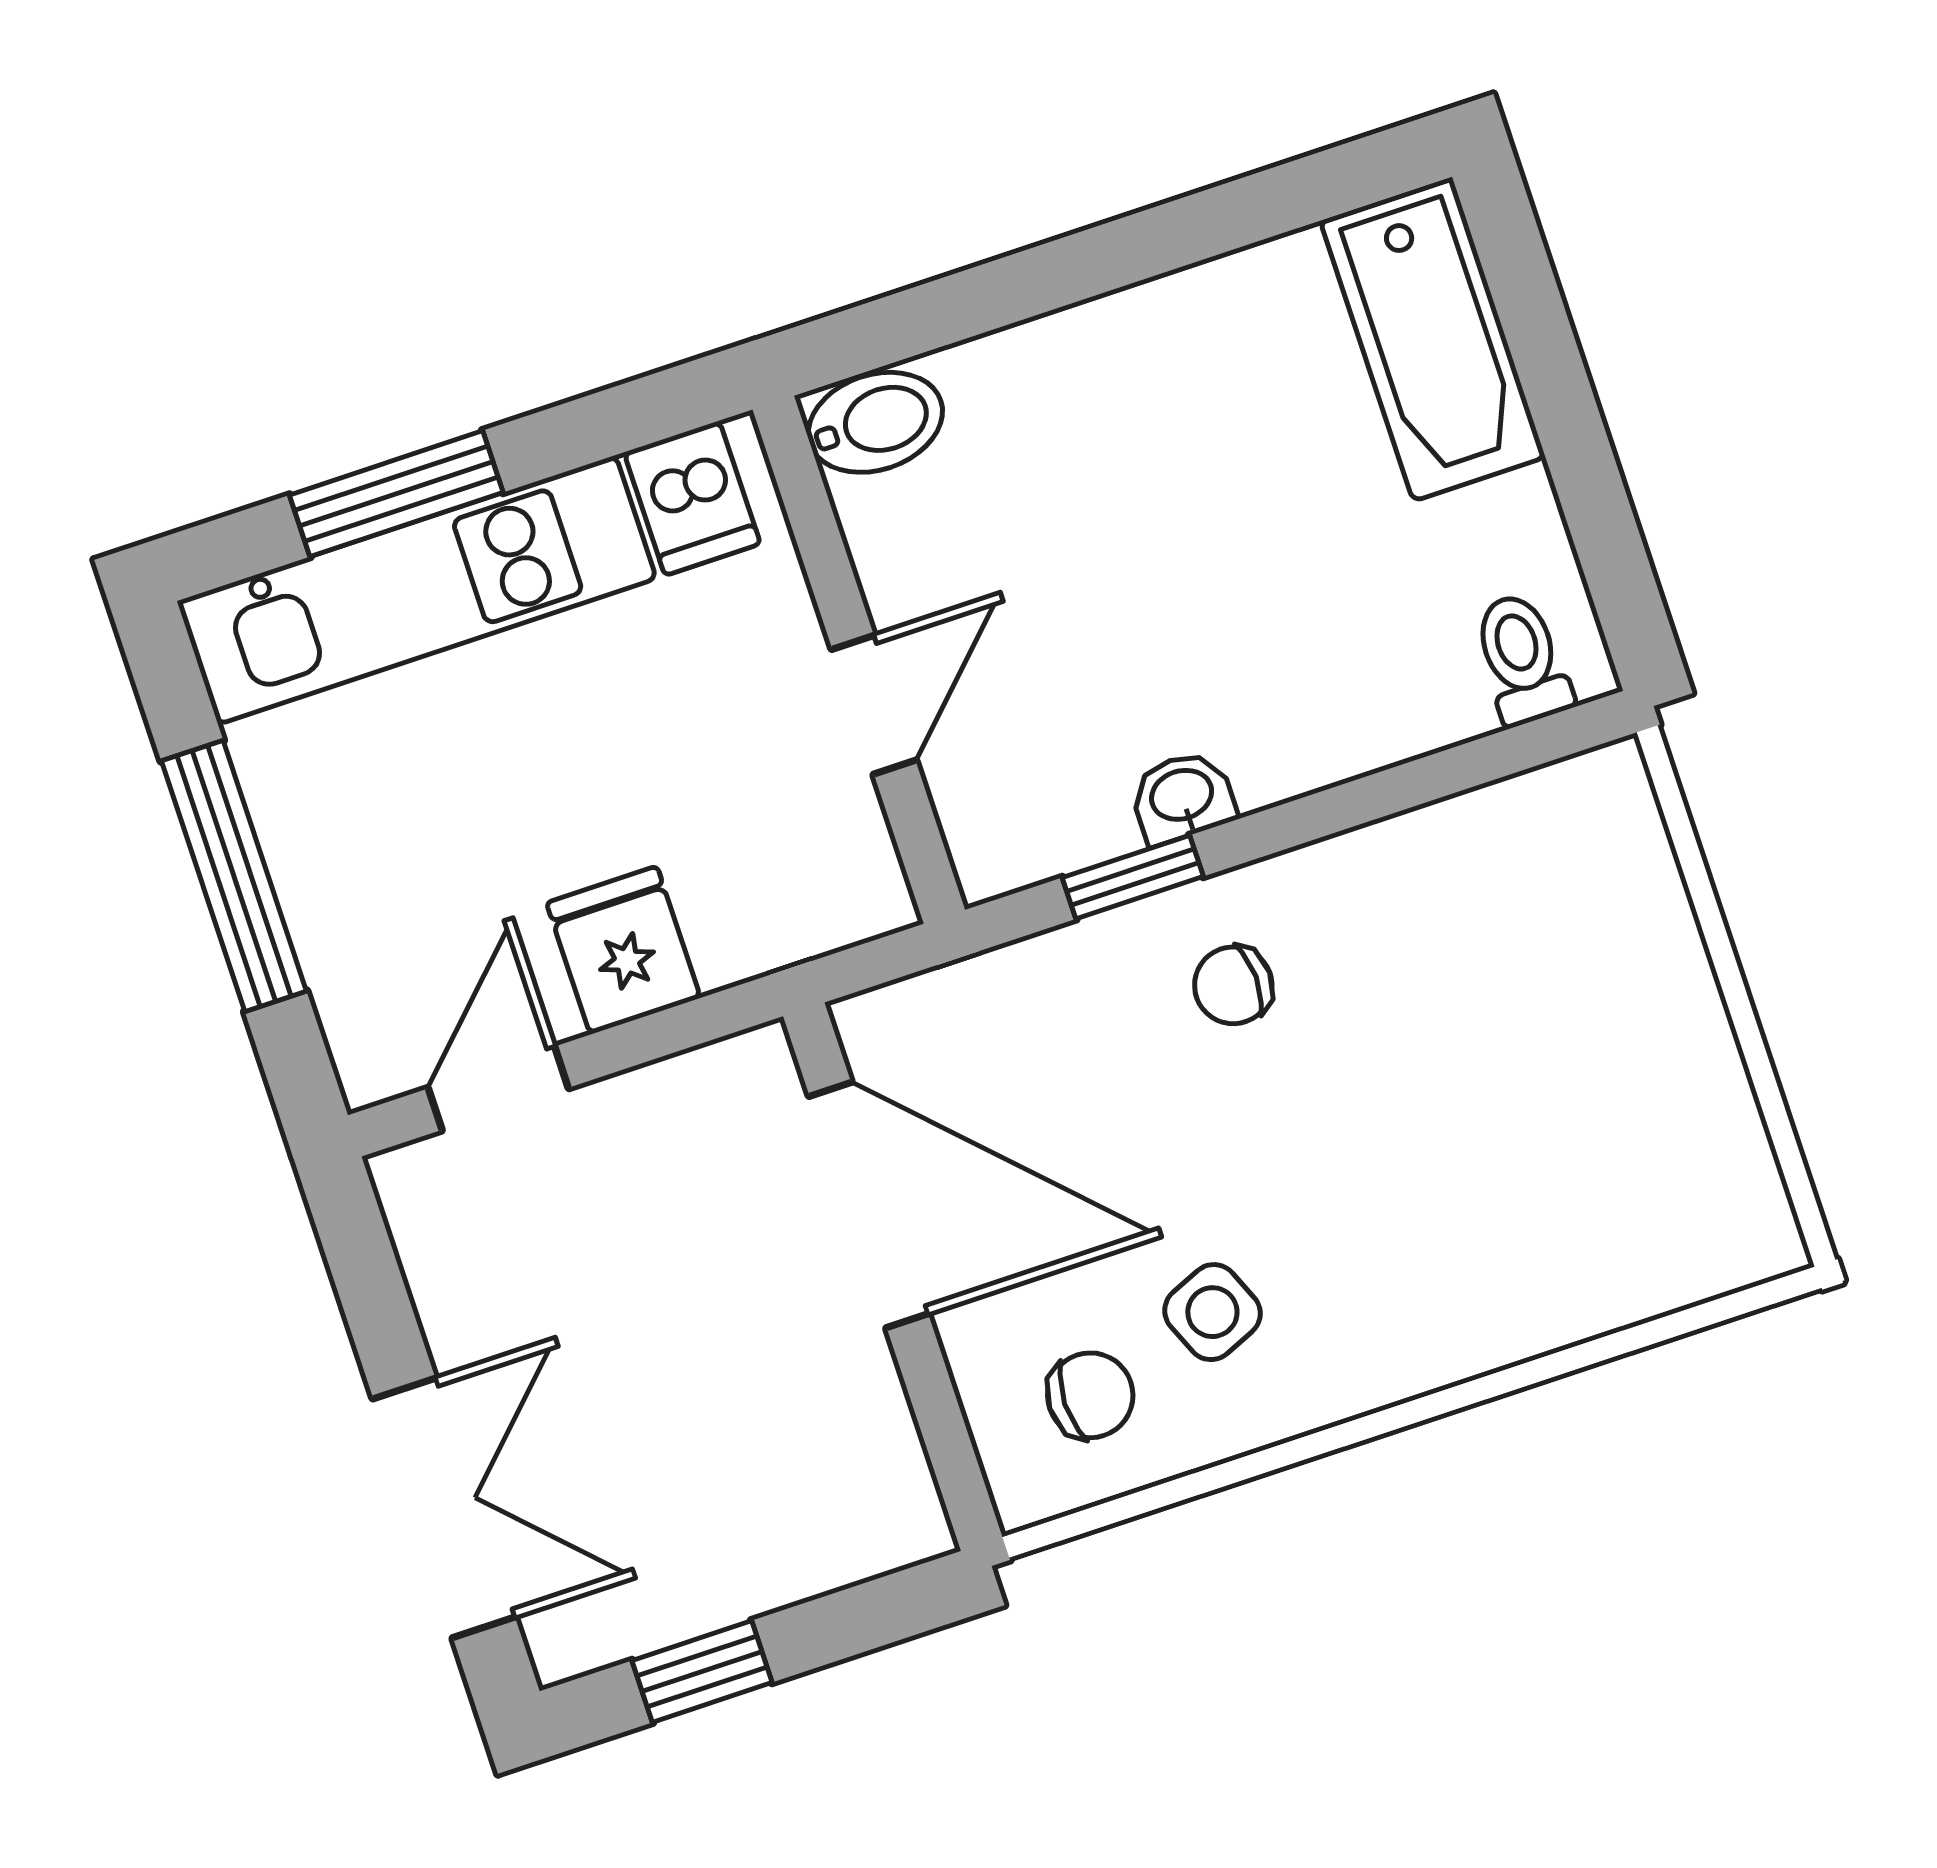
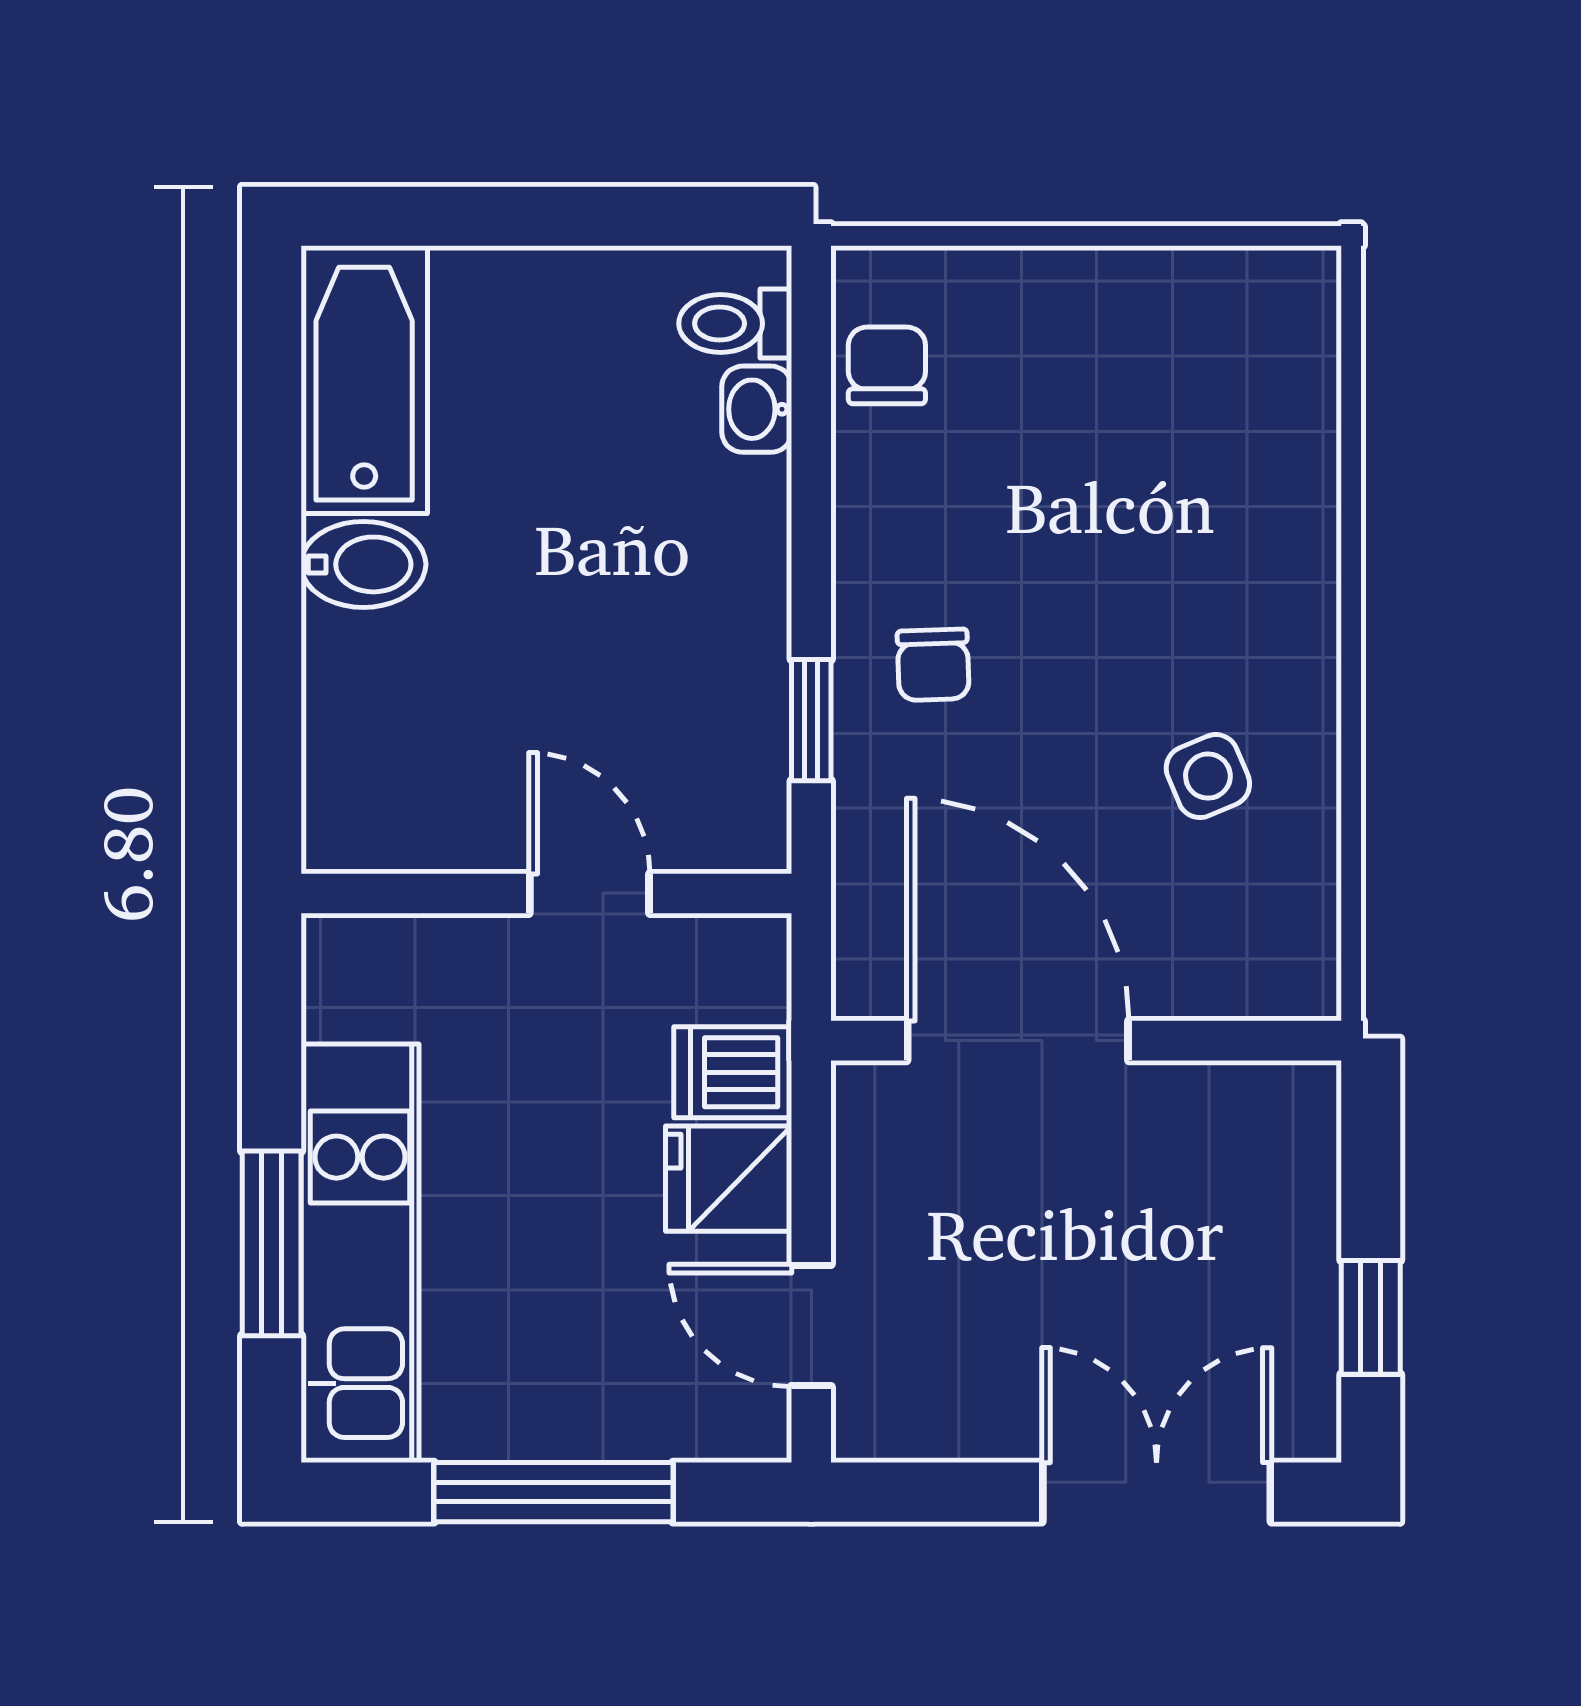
bathtub: (1433, 339) -> (364, 380), moved, turned -90
bidet: (875, 422) -> (363, 564), moved, turned 90
dishwasher: (692, 498) -> (733, 1072), moved, turned 180
washbasin: (1182, 797) -> (757, 409), moved
door: (869, 1205) -> (1018, 1041), hinge flipped
chair: (1090, 1395) -> (887, 365), moved

